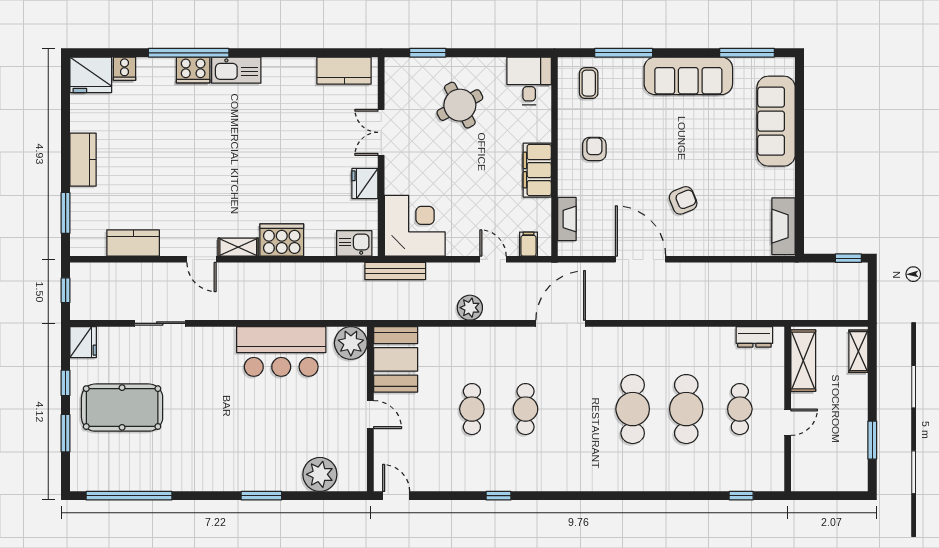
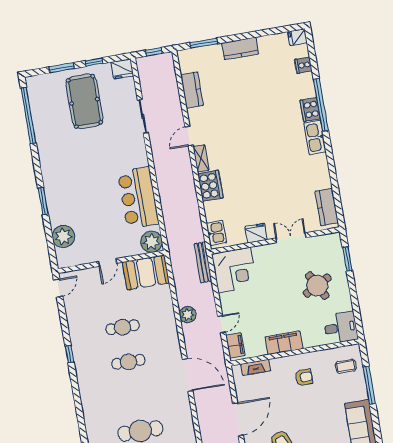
fridge: (91, 75) -> (297, 37), width x0.53, depth x0.75
filing cabinet: (528, 244) -> (235, 345), width x2.00

